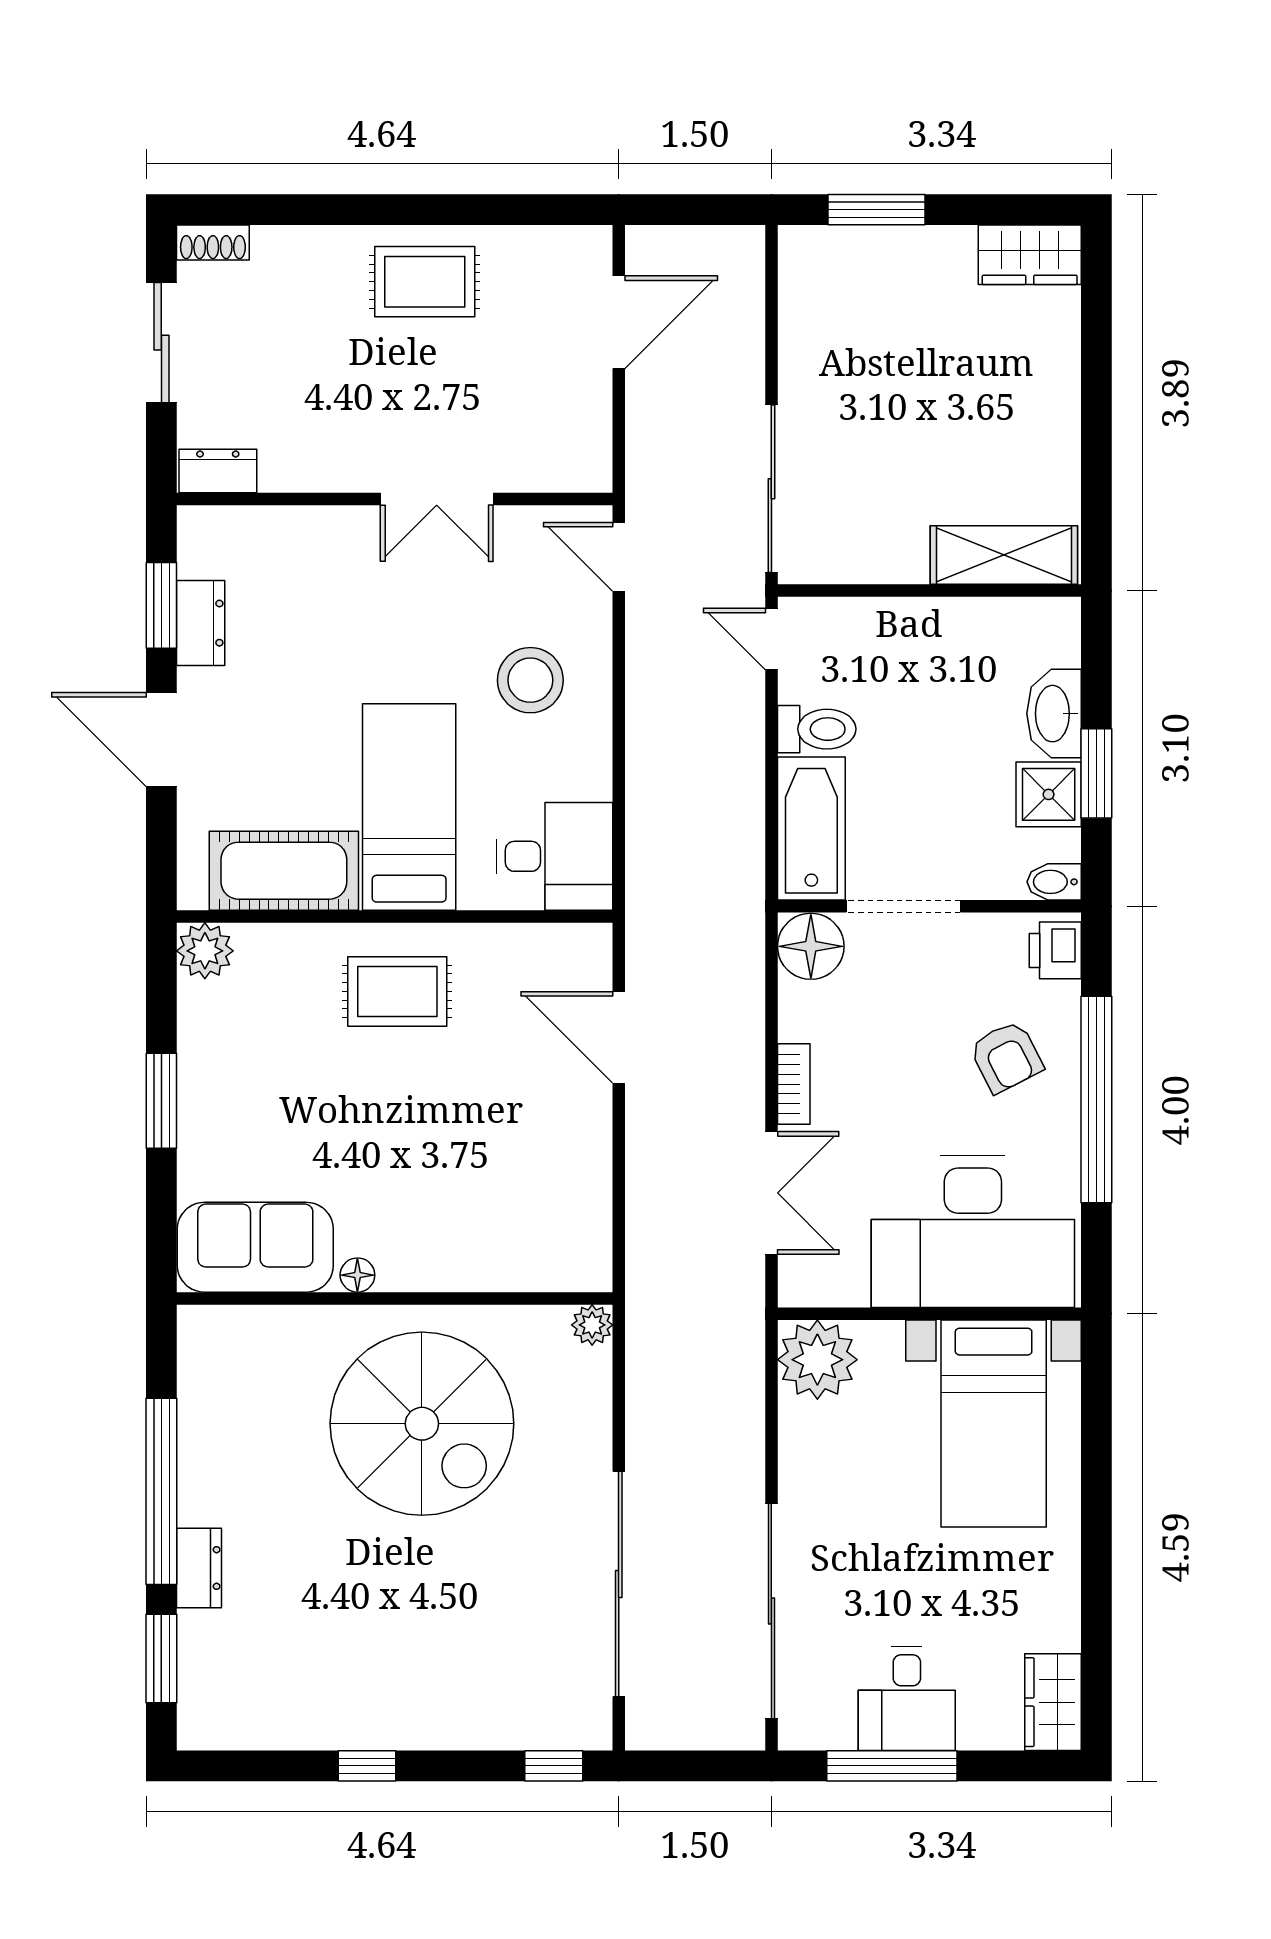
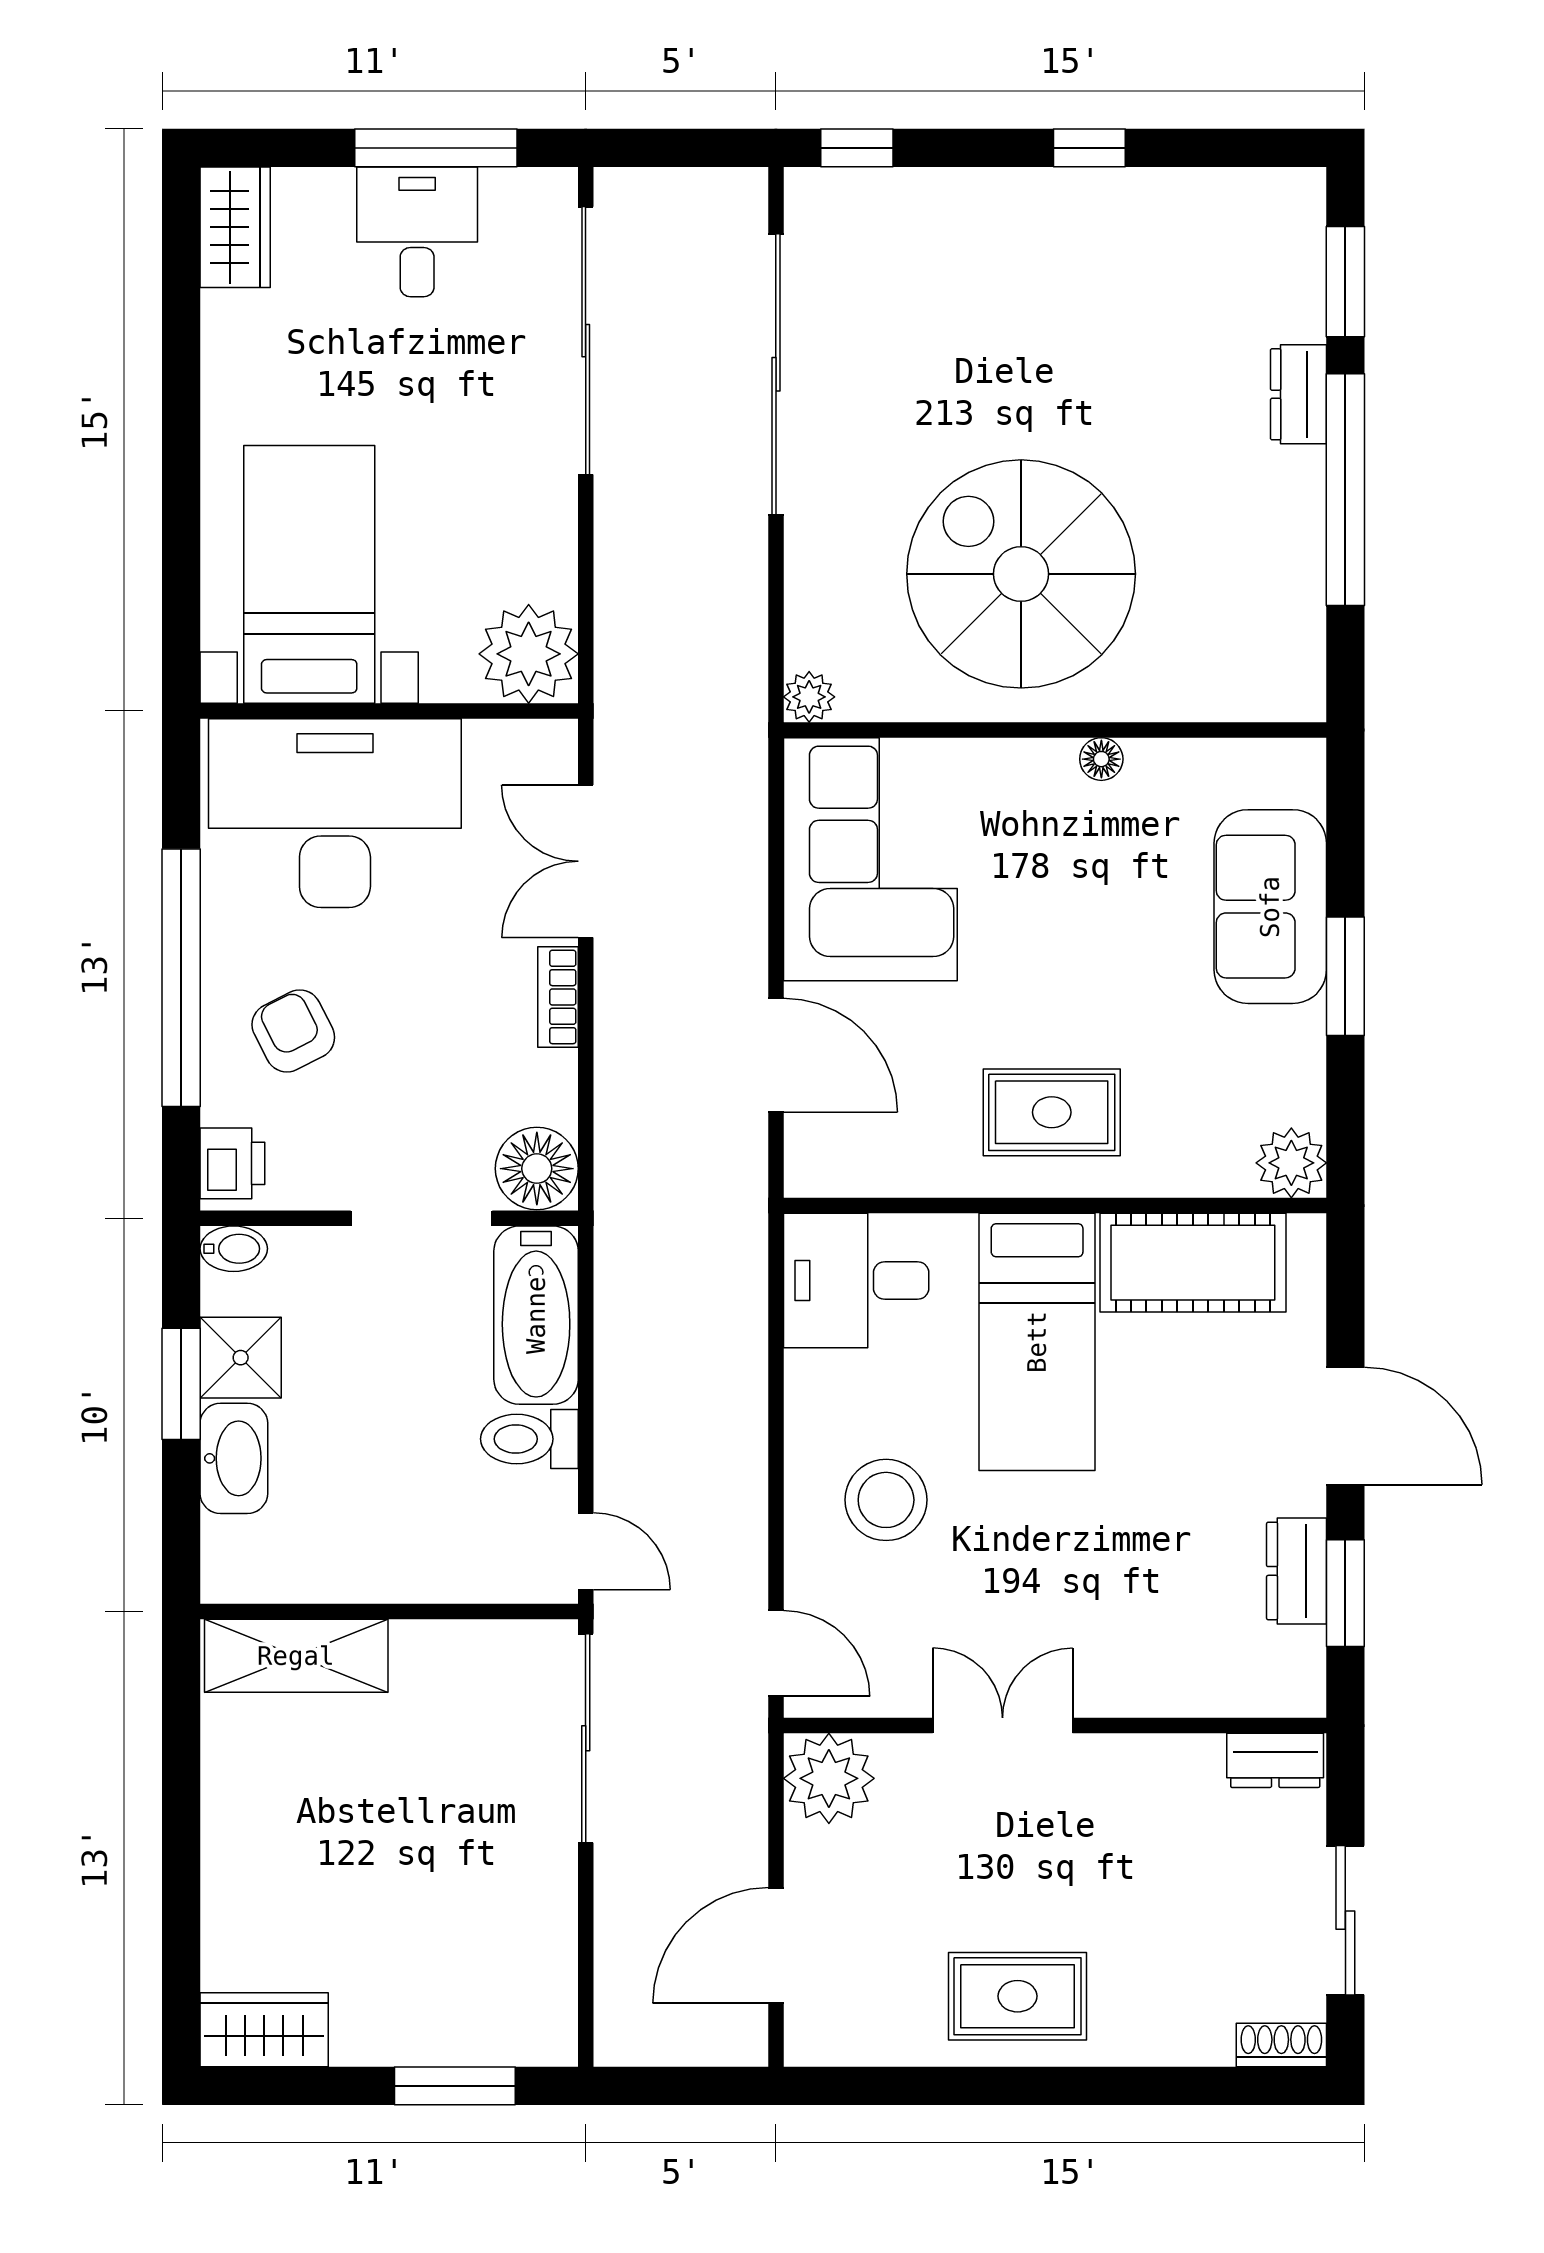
plant: (576, 456) -> (829, 1778), added
corner sofa: (543, 1195) -> (870, 859), added
sofa: (255, 1247) -> (1270, 907), moved, turned 90

